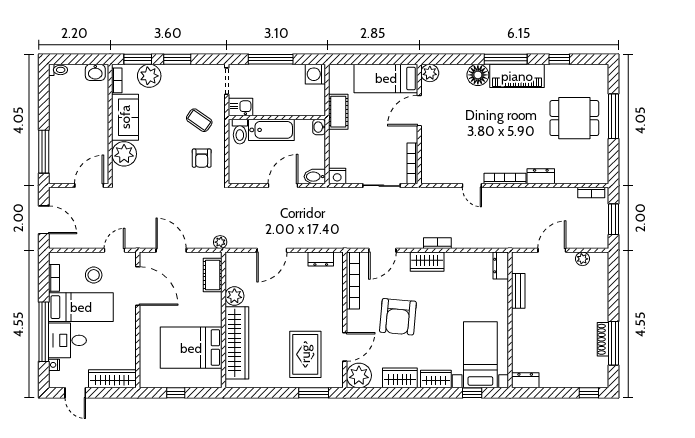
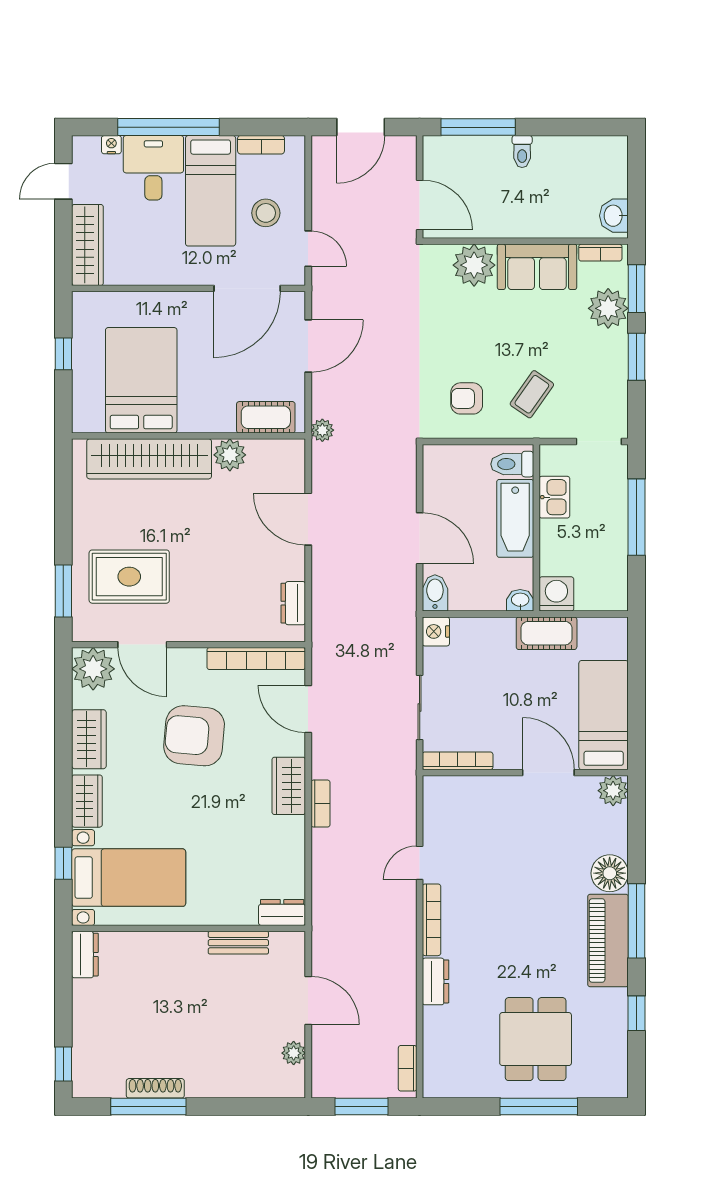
toilet: (58, 70) -> (522, 152), moved
washing machine: (315, 74) -> (556, 594), moved
kitchen sink: (241, 107) -> (554, 497), moved

